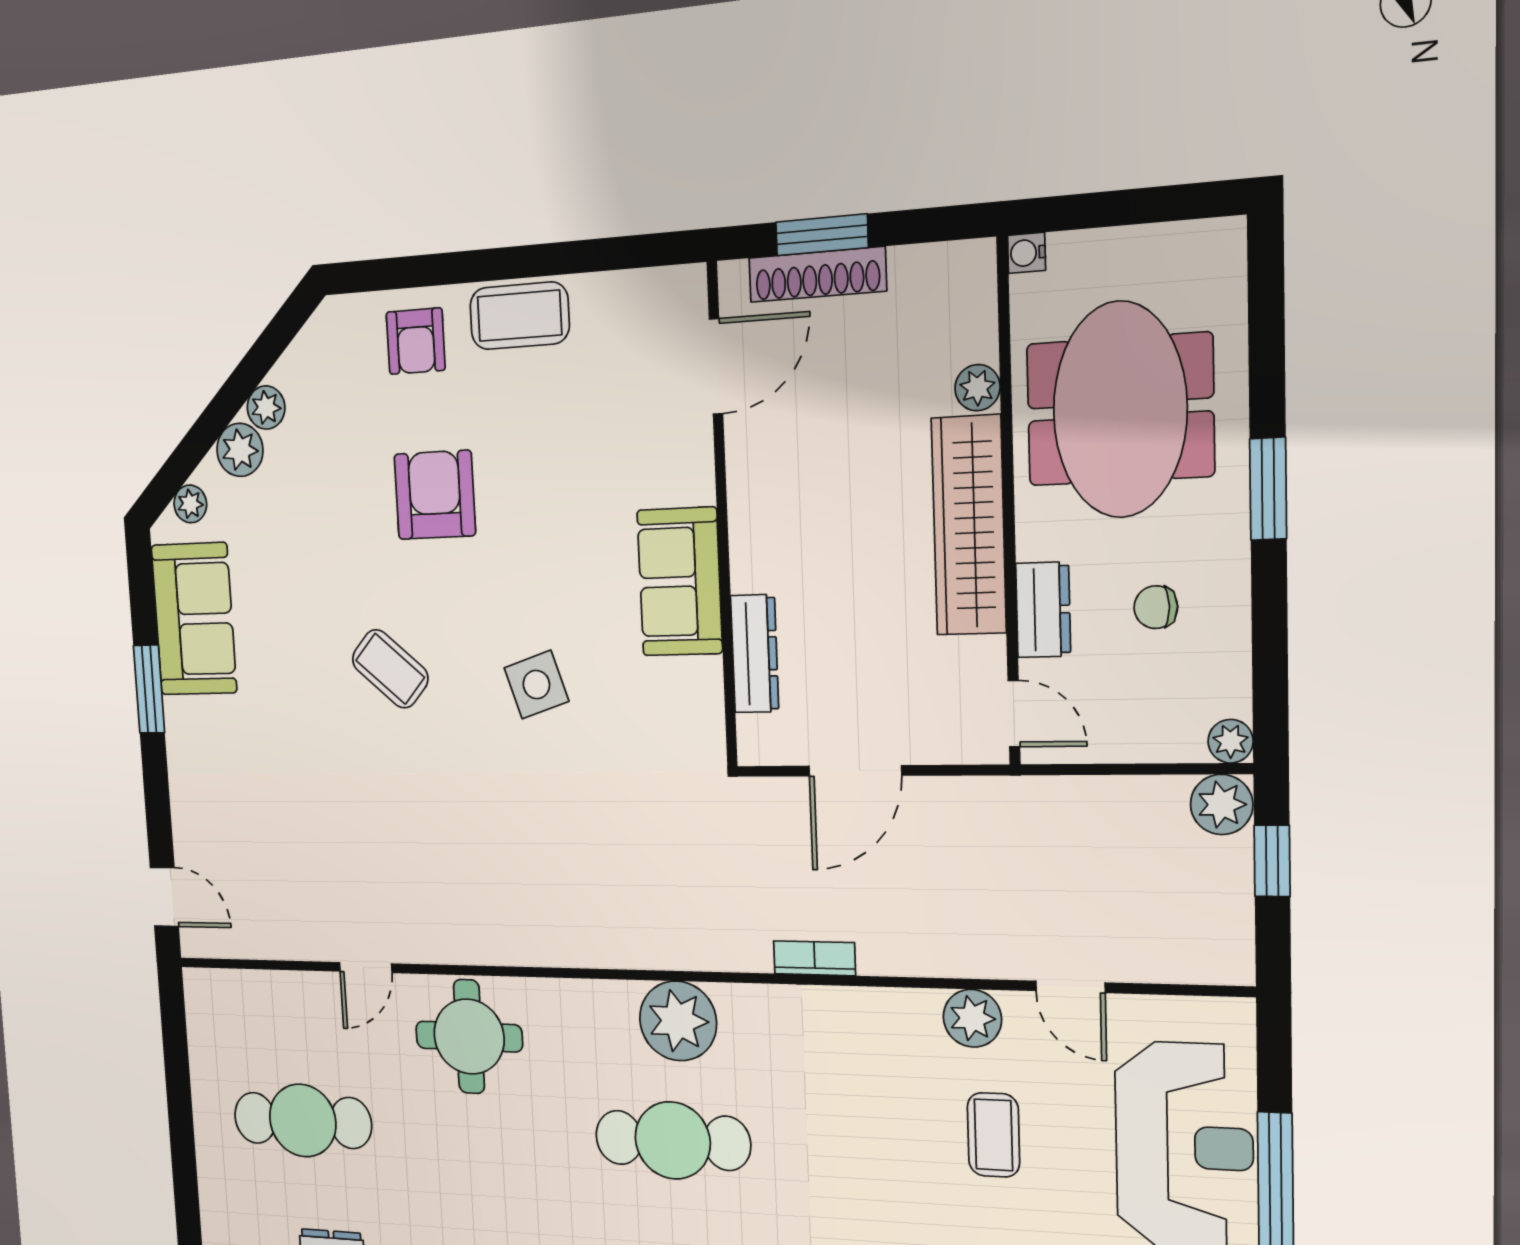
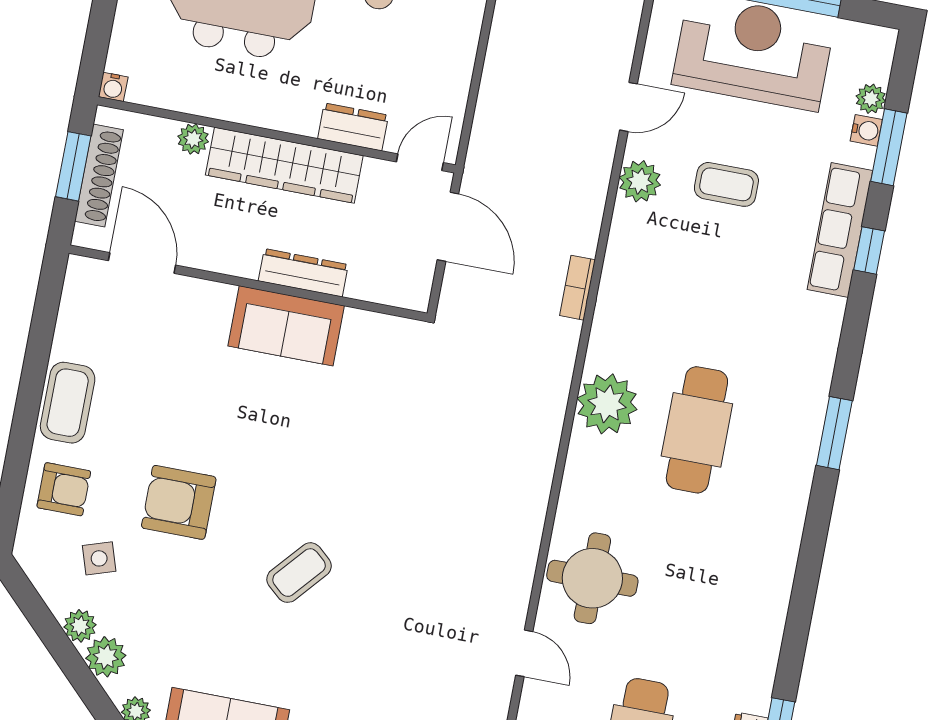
water cooler: (1027, 253) -> (113, 87), moved
plant: (977, 388) -> (193, 139), moved
wall: (1009, 504) -> (276, 135), moved
wardrobe: (969, 525) -> (284, 165), moved
dresser: (1043, 610) -> (353, 127), moved
dresser: (755, 654) -> (303, 273), moved
side table: (536, 685) -> (99, 558), moved, width x0.73, depth x0.73
door: (1014, 714) -> (420, 162), moved

